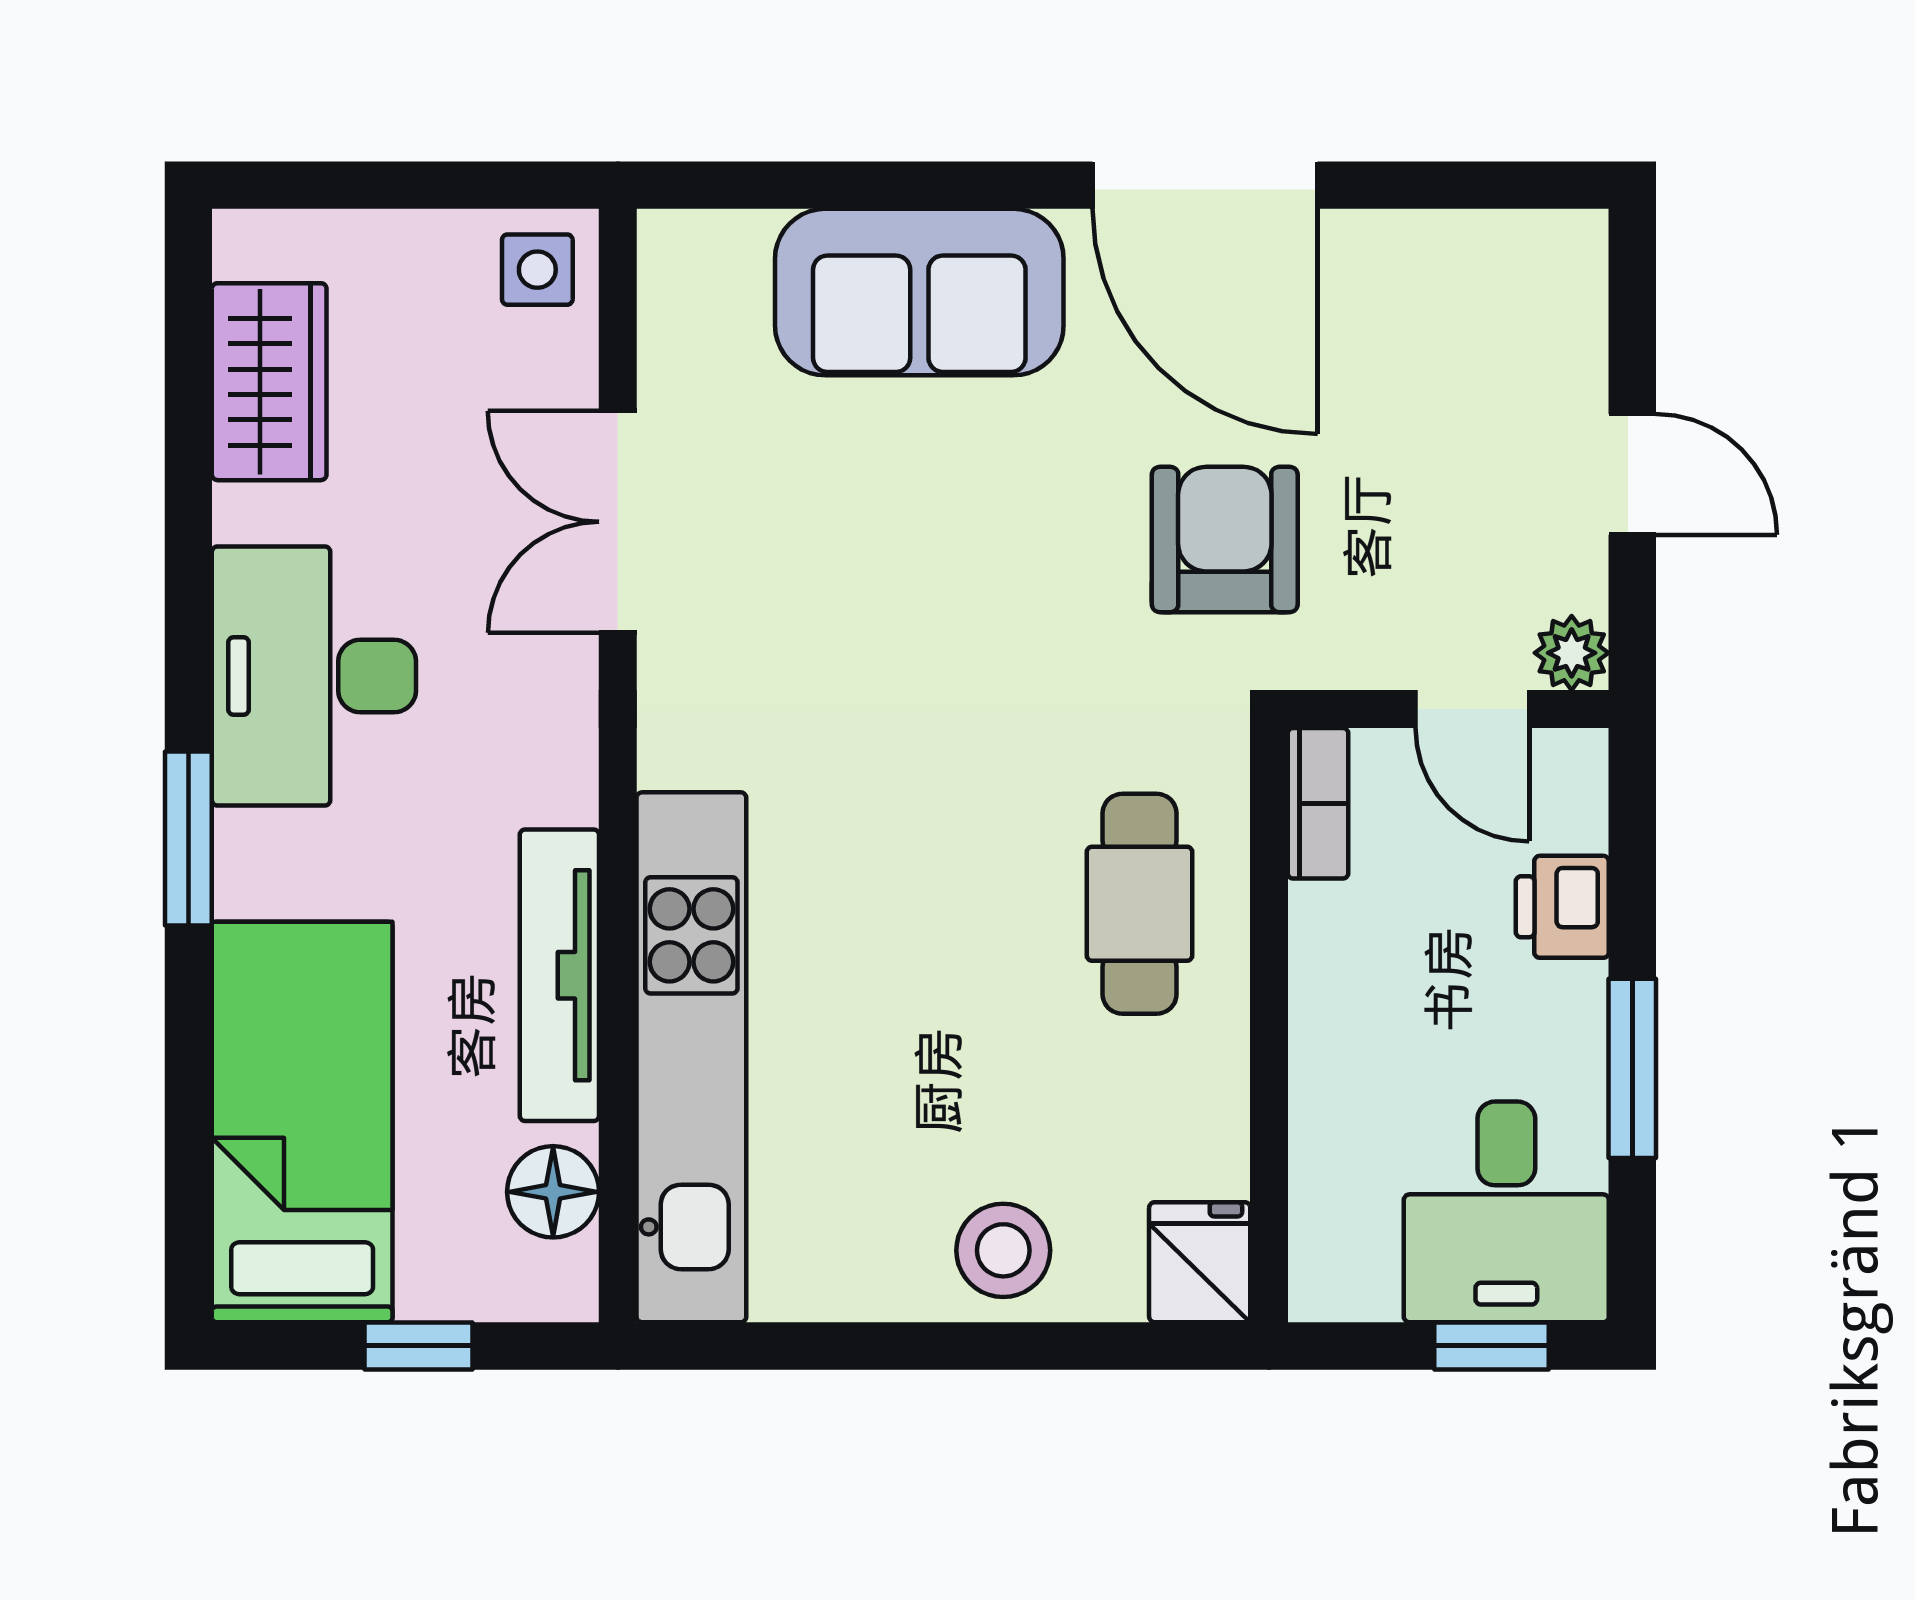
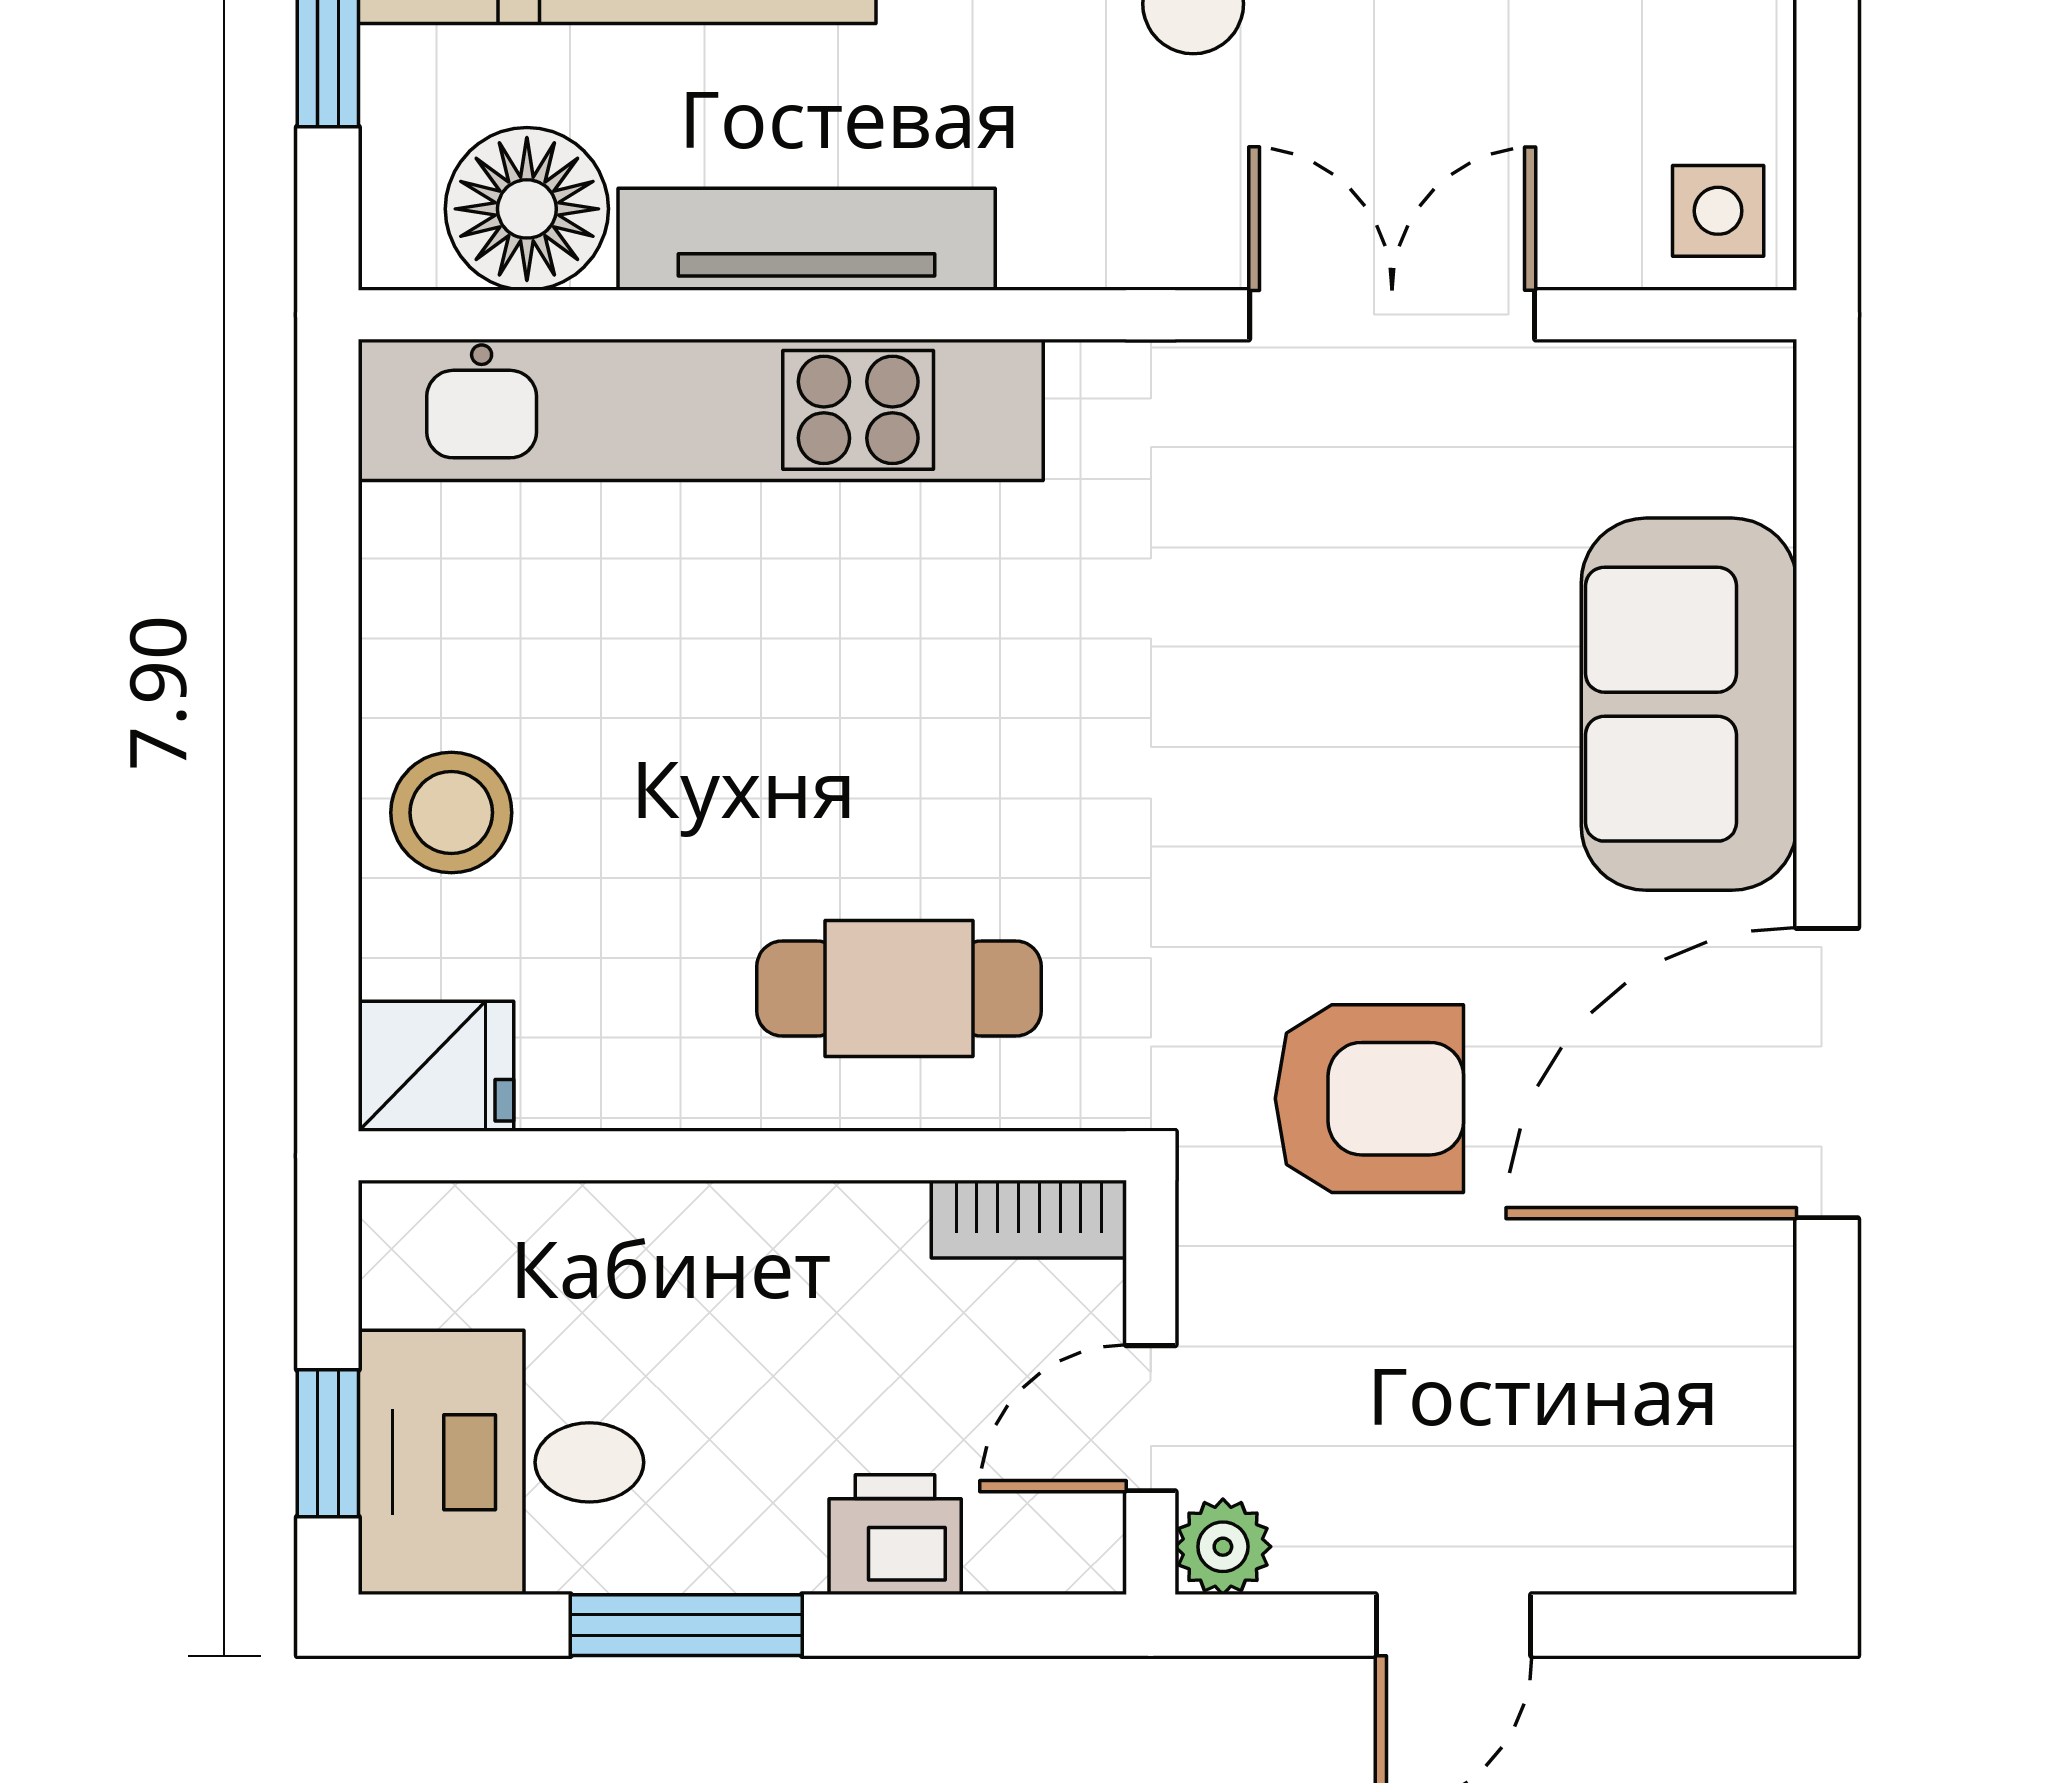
floor lamp: (553, 1192) -> (527, 209), width x1.38, depth x1.38

